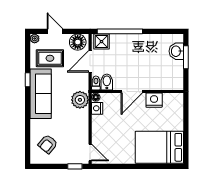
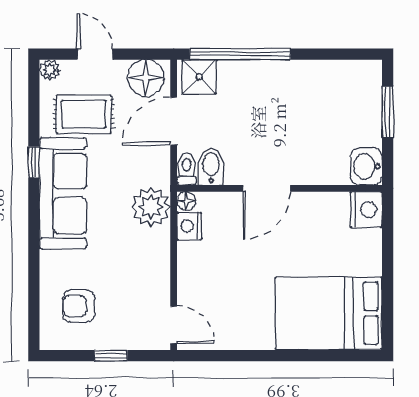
washbasin: (176, 51) -> (366, 166), moved
nightstand: (154, 100) -> (366, 210), moved, turned 90
armchair: (48, 144) -> (79, 306), turned 50
window: (75, 166) -> (111, 356), moved

